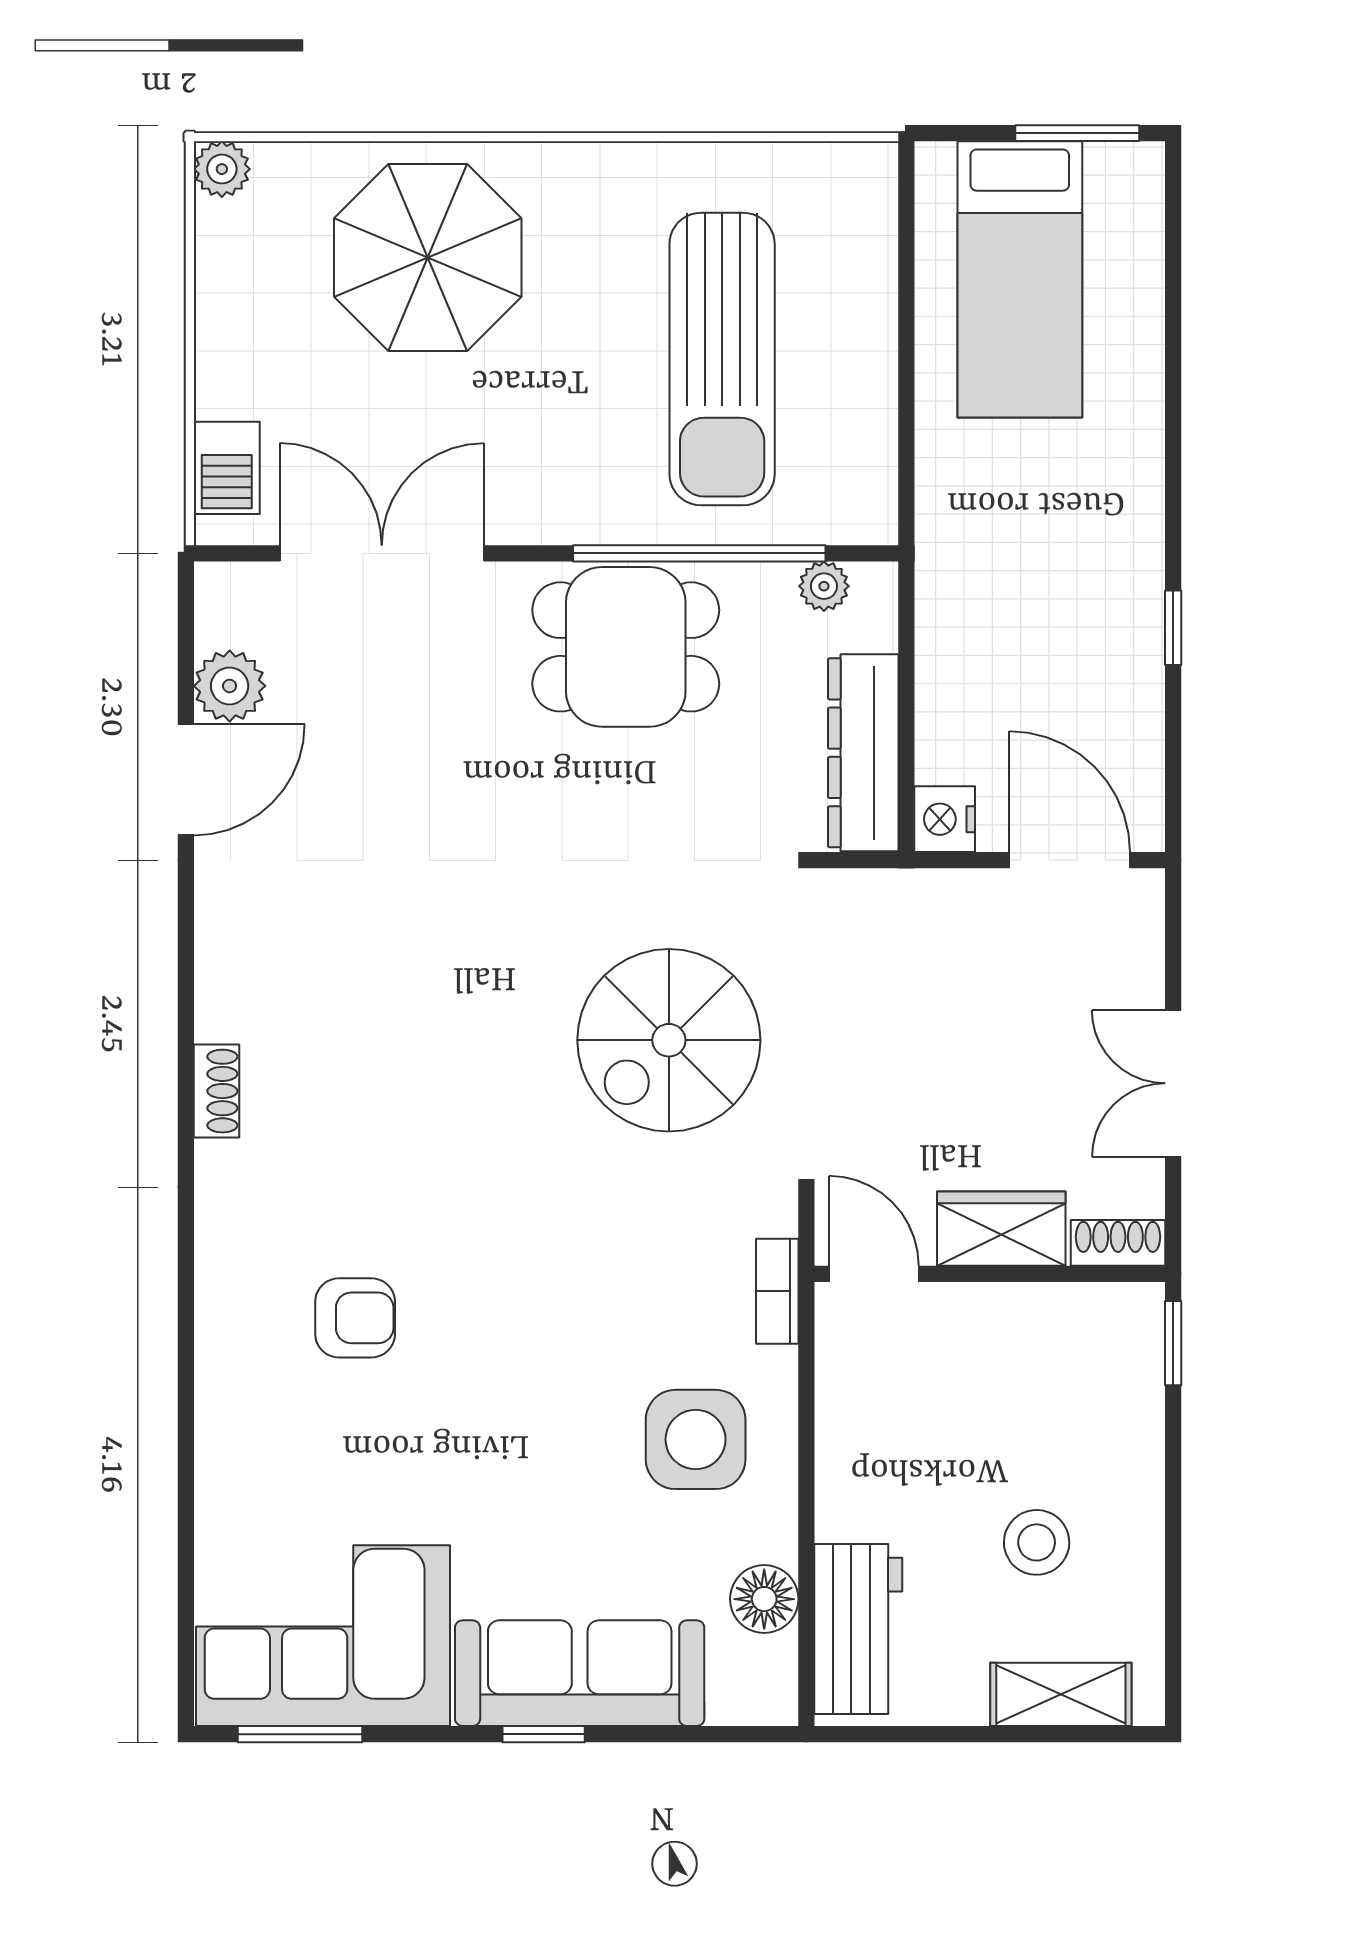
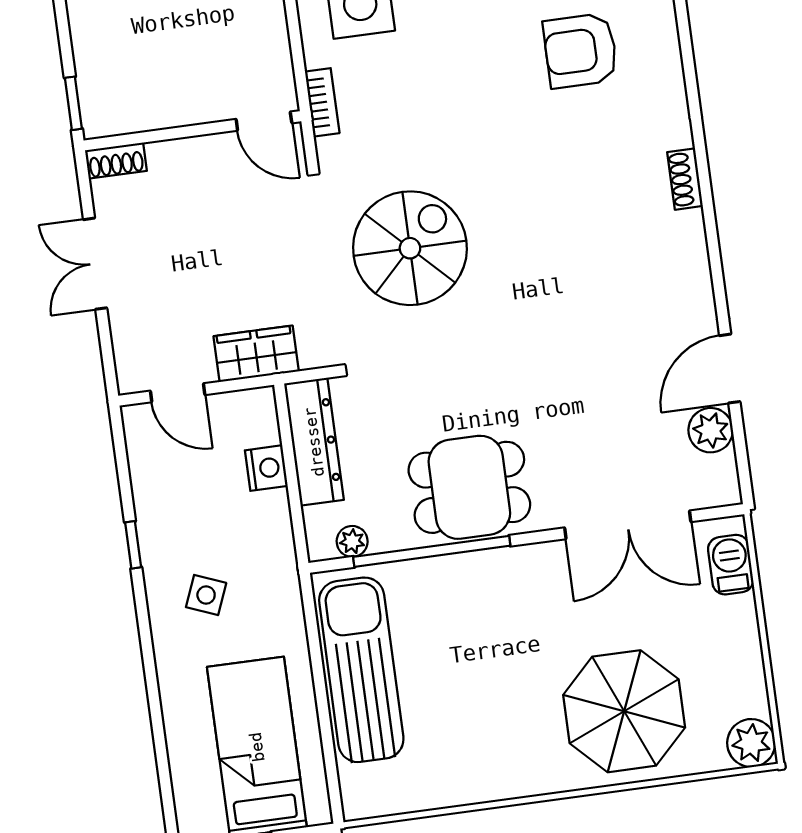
plant: (222, 169) -> (751, 743), width x1.38, depth x1.38
sun lounger: (722, 359) -> (361, 670), moved
side table: (1068, 532) -> (206, 595), added
nightstand: (945, 819) -> (266, 468), moved
door: (1070, 860) -> (178, 393), width x0.73
double door: (1173, 1083) -> (95, 264), swing flipped
wardrobe: (1001, 1229) -> (256, 354), moved, turned 180
armchair: (355, 1318) -> (580, 51), width x1.38, depth x1.38

